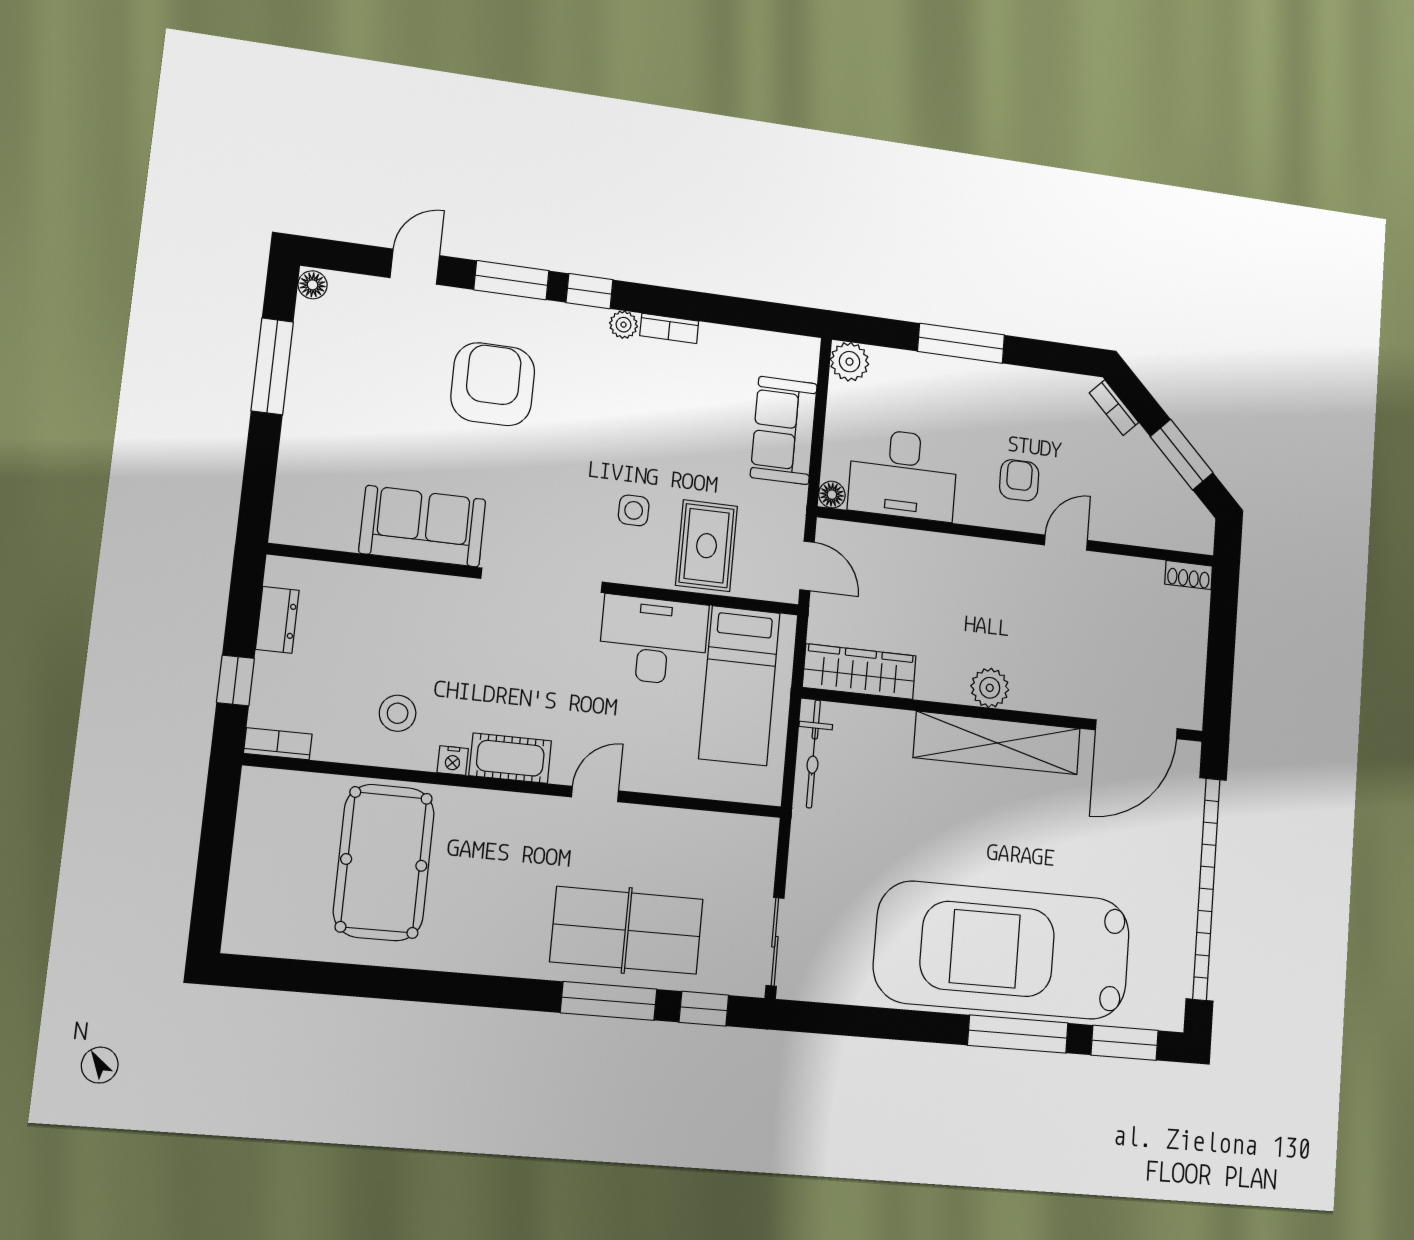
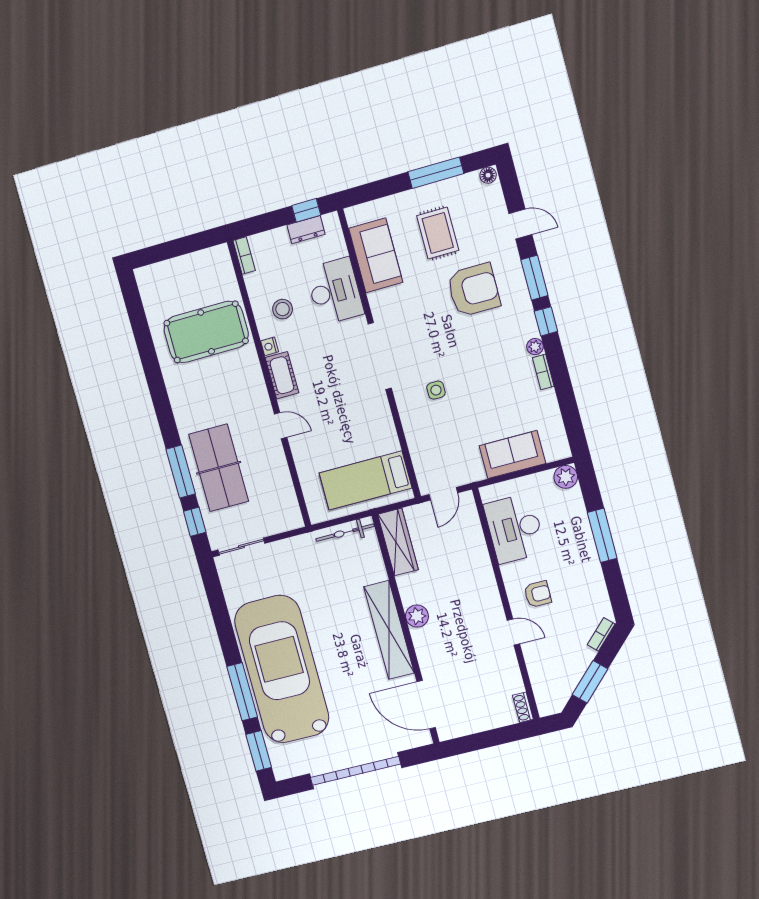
floor lamp: (832, 495) -> (488, 493), removed
sofa: (423, 526) -> (376, 255), moved
rug: (707, 546) -> (438, 233), moved, turned 90
desk: (654, 640) -> (335, 291), moved
window: (235, 680) -> (306, 210), moved
garage door: (1206, 889) -> (355, 771), width x0.73

